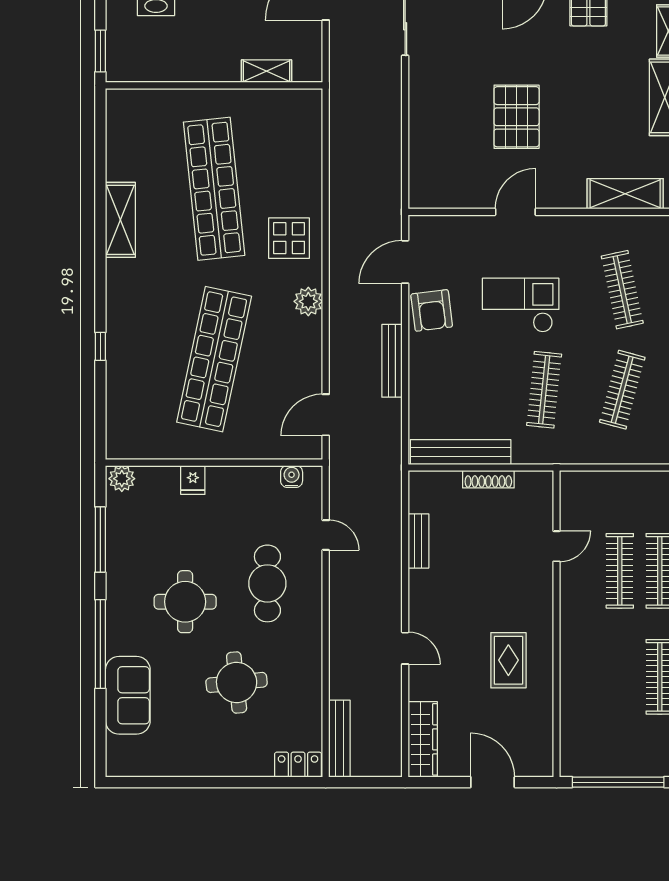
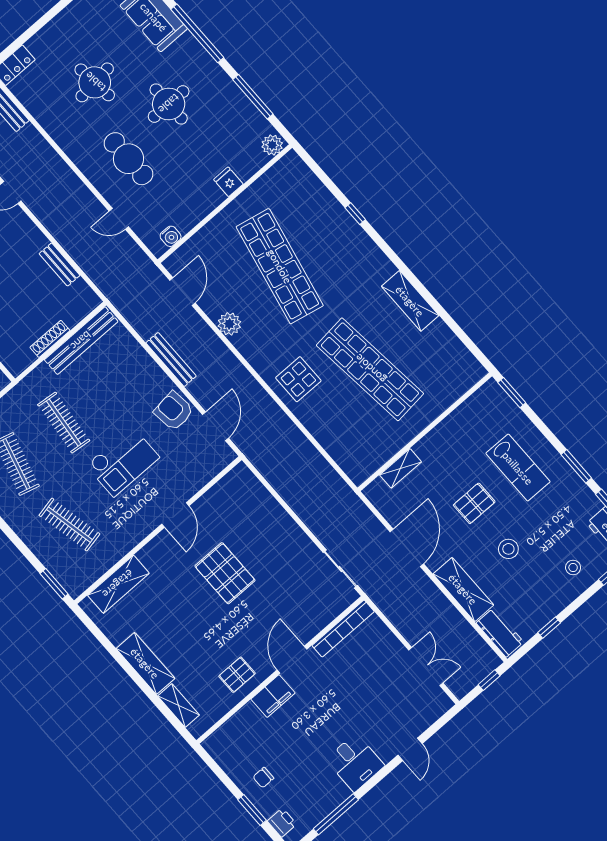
plant: (308, 301) -> (229, 324), moved

